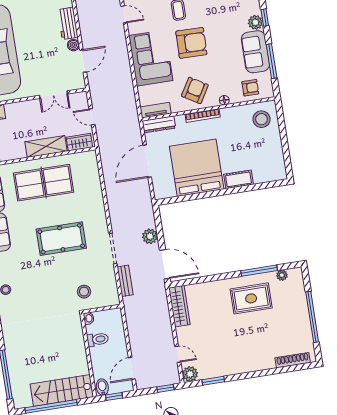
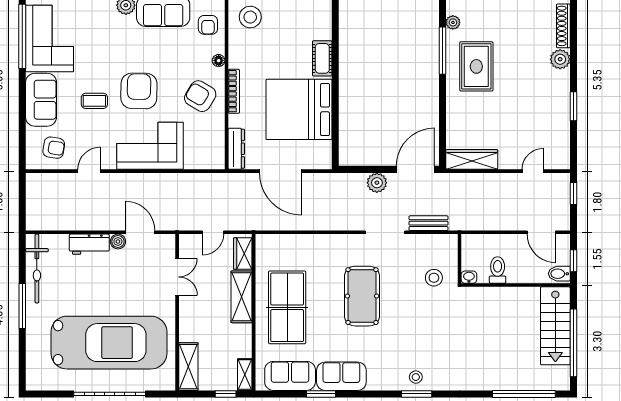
armchair: (250, 88) -> (208, 25), turned 180
tv unit: (156, 110) -> (217, 150), removed
plant: (190, 374) -> (560, 59), moved
window: (213, 381) -> (574, 106), moved

